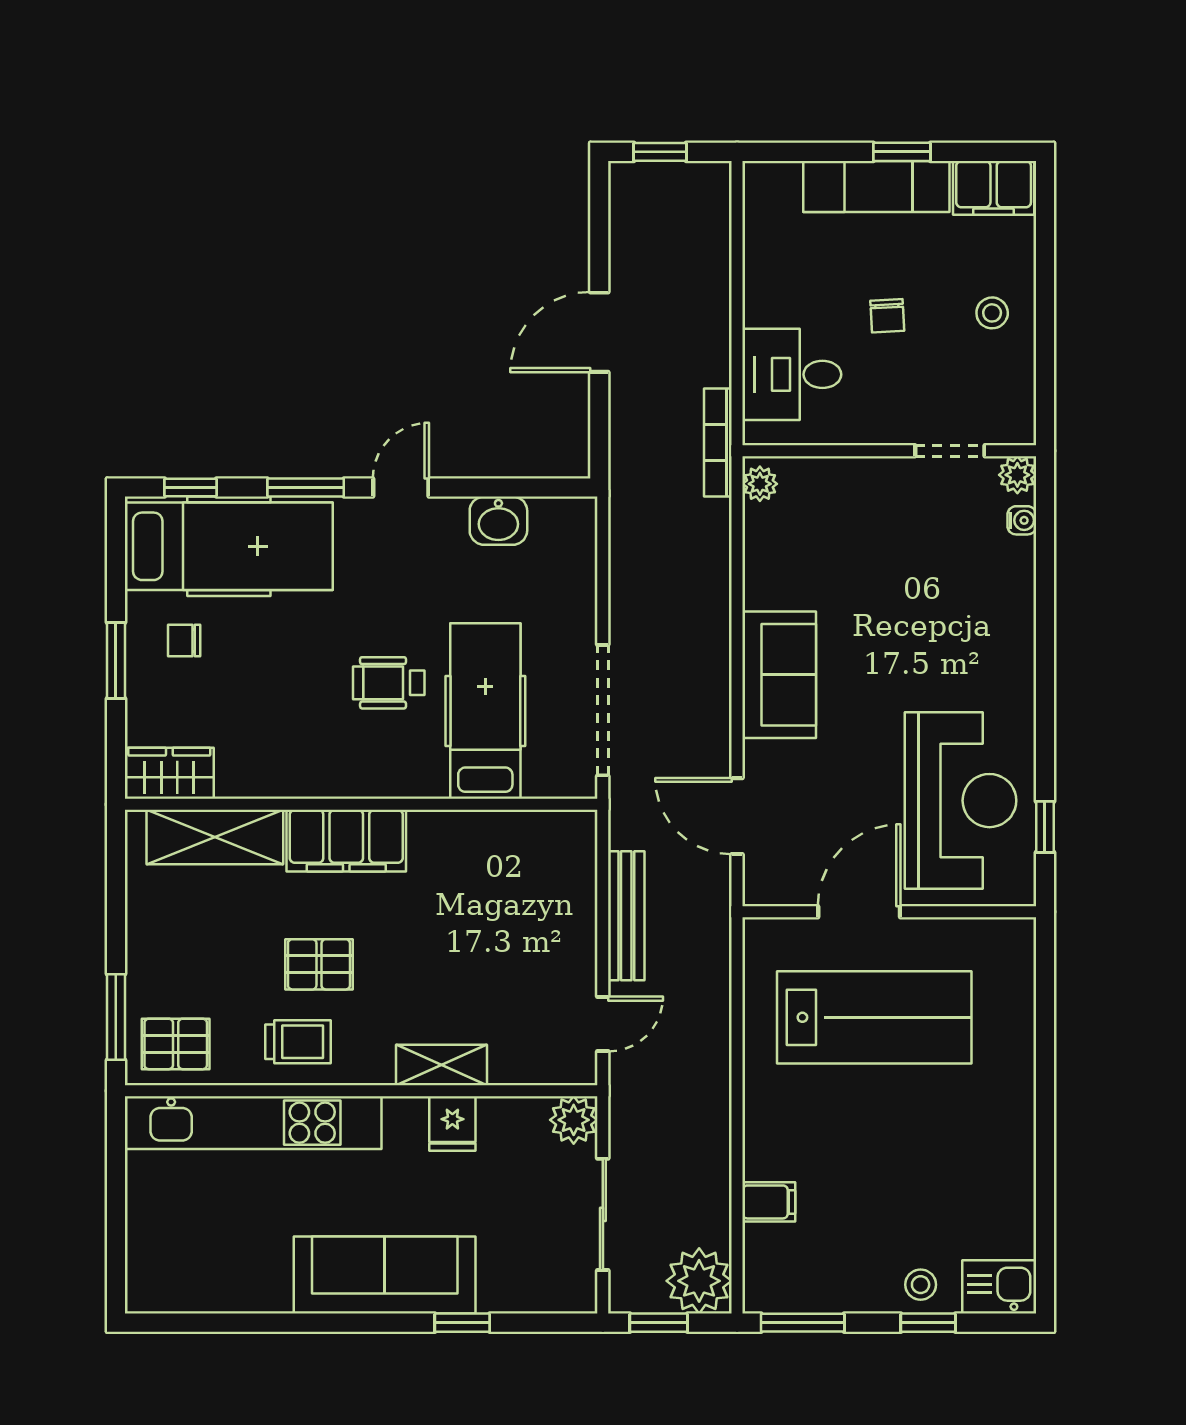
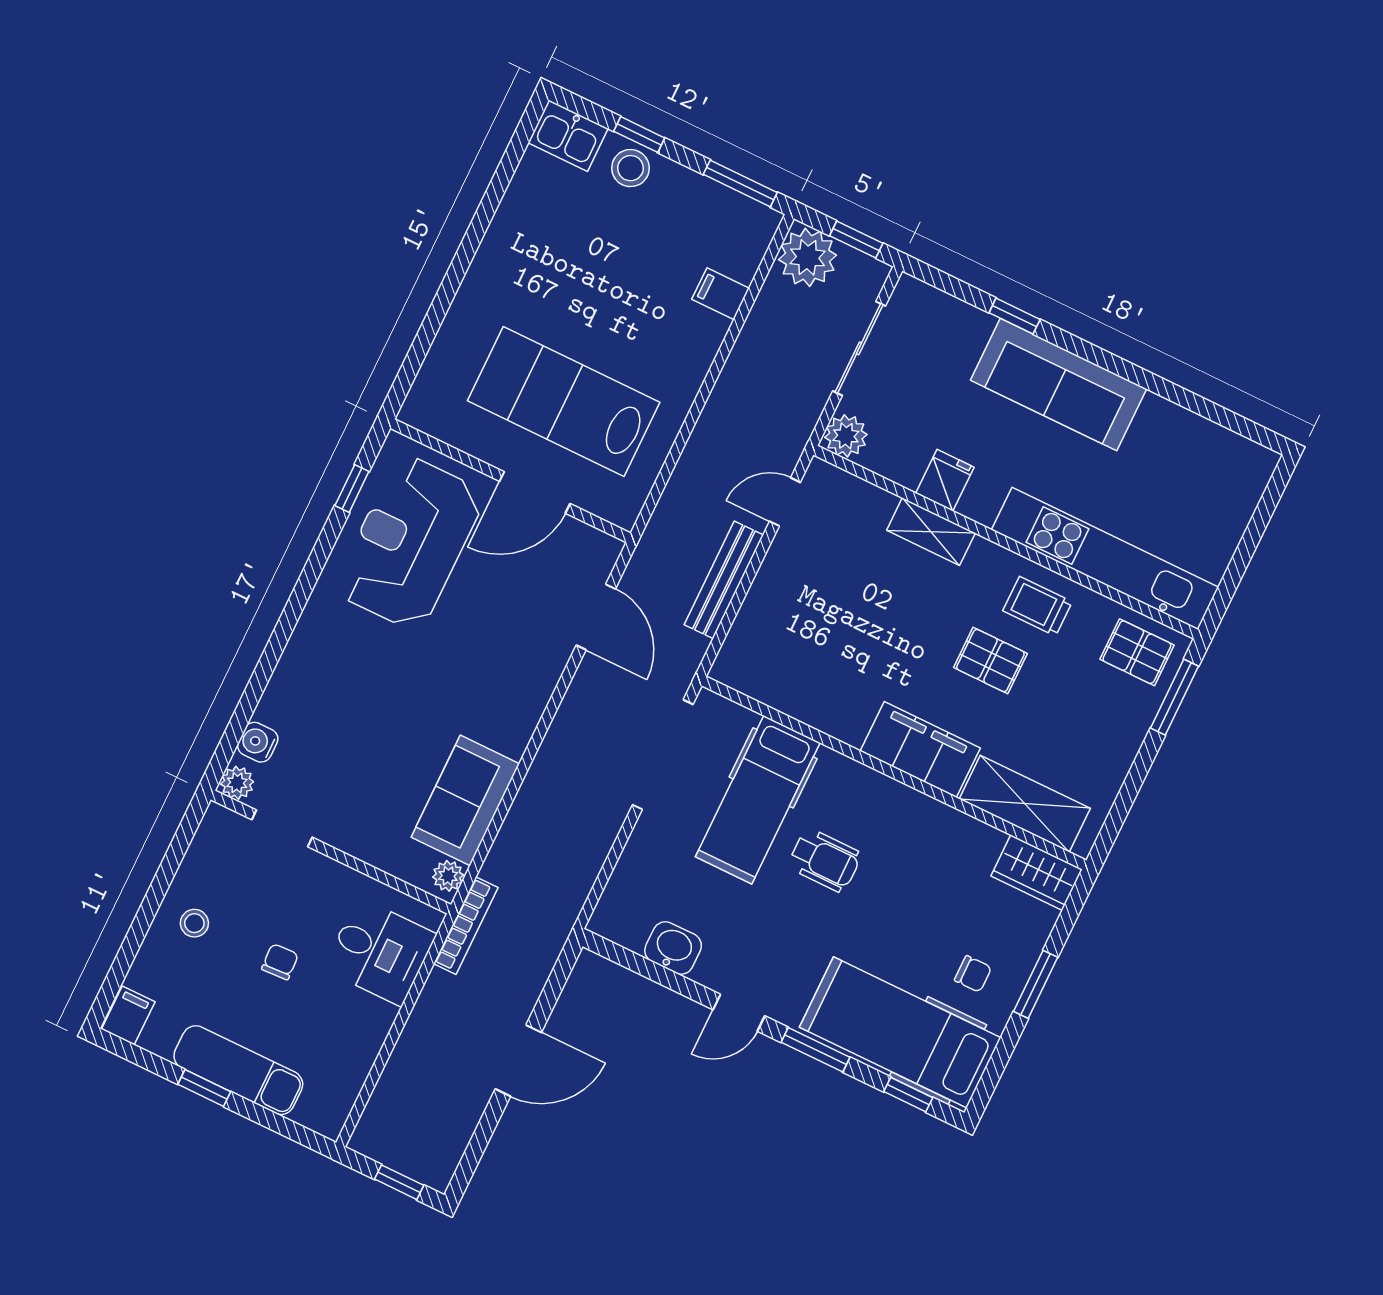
filing cabinet: (994, 188) -> (128, 1015), width x0.50
water cooler: (1022, 520) -> (258, 742), width x1.38, depth x1.38
sofa: (779, 675) -> (465, 800), moved
stool: (921, 1285) -> (630, 168), width x1.37, depth x1.37

